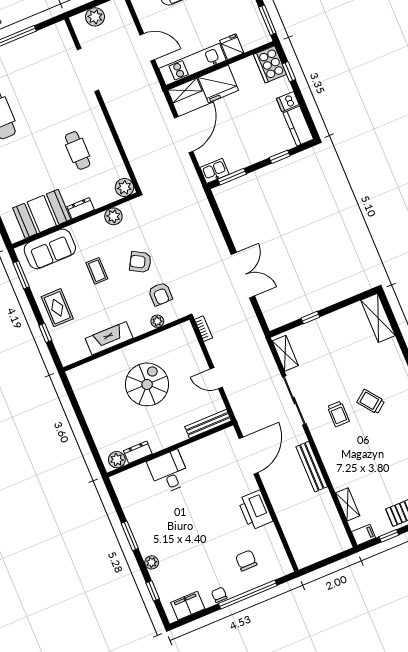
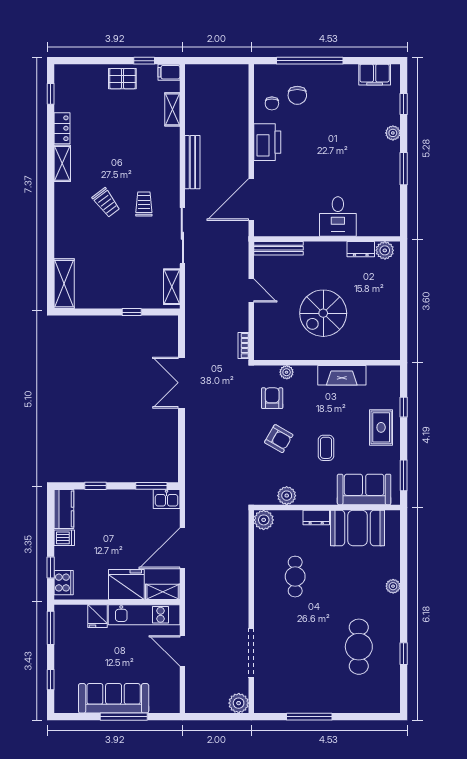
plant: (95, 17) -> (239, 703), moved
cooker: (270, 64) -> (64, 583), width x0.73, depth x0.76
chair: (219, 595) -> (272, 103), moved

